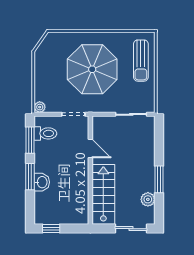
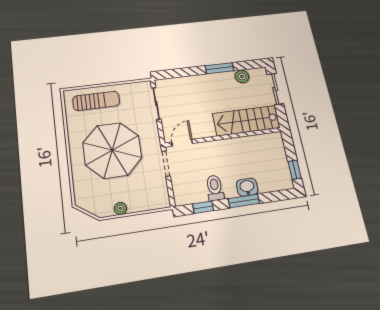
plant: (40, 107) -> (120, 208), moved
toilet: (45, 133) -> (215, 188), moved
window: (30, 140) -> (203, 207), width x0.67
door: (90, 148) -> (182, 143), moved

